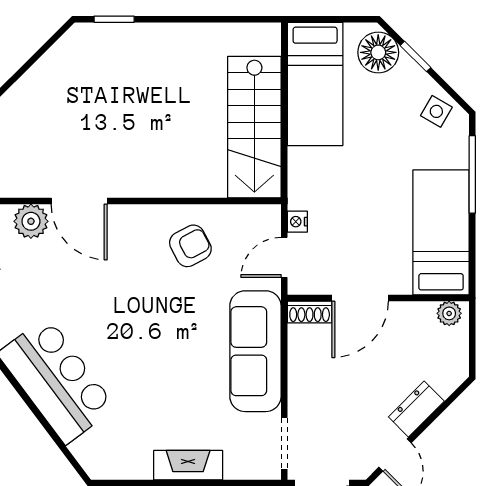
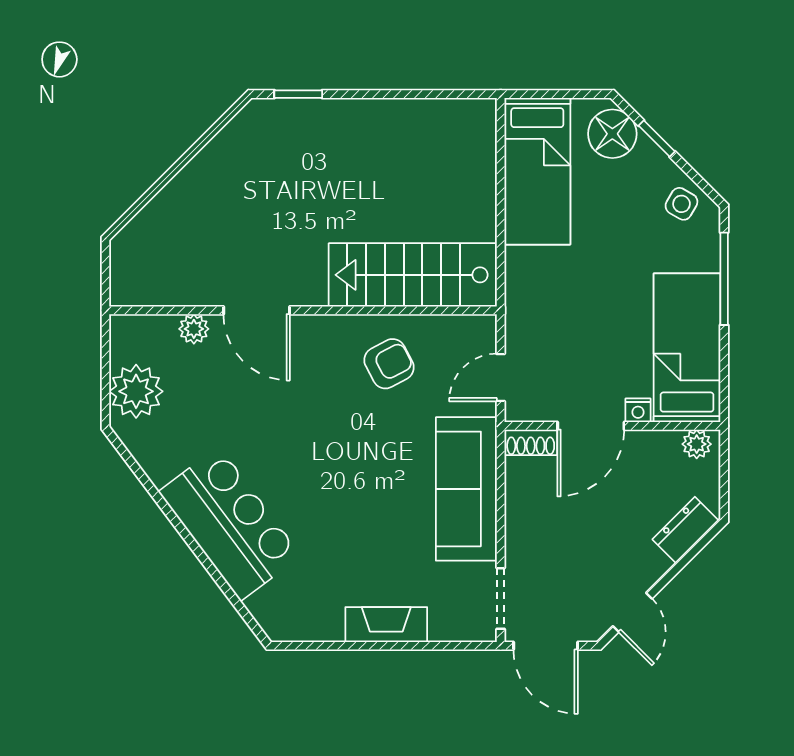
stairs: (254, 127) -> (413, 275), moved, turned 90
plant: (31, 221) -> (194, 329), width x0.73, depth x0.73
nightstand: (297, 222) -> (638, 410), moved, turned -90
dresser: (416, 409) -> (686, 530), moved

